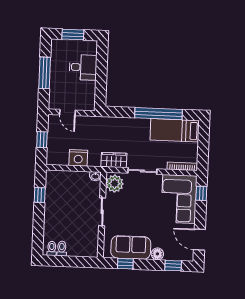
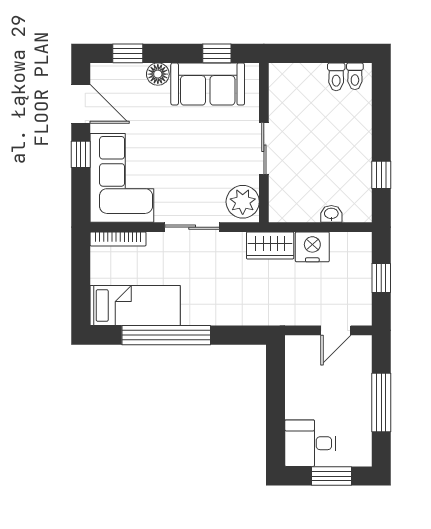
desk: (83, 67) -> (310, 443), moved
door: (67, 113) -> (336, 330), swing flipped
wardrobe: (114, 160) -> (270, 245), moved
washbasin: (95, 176) -> (331, 214), moved
window: (201, 193) -> (81, 154), moved

